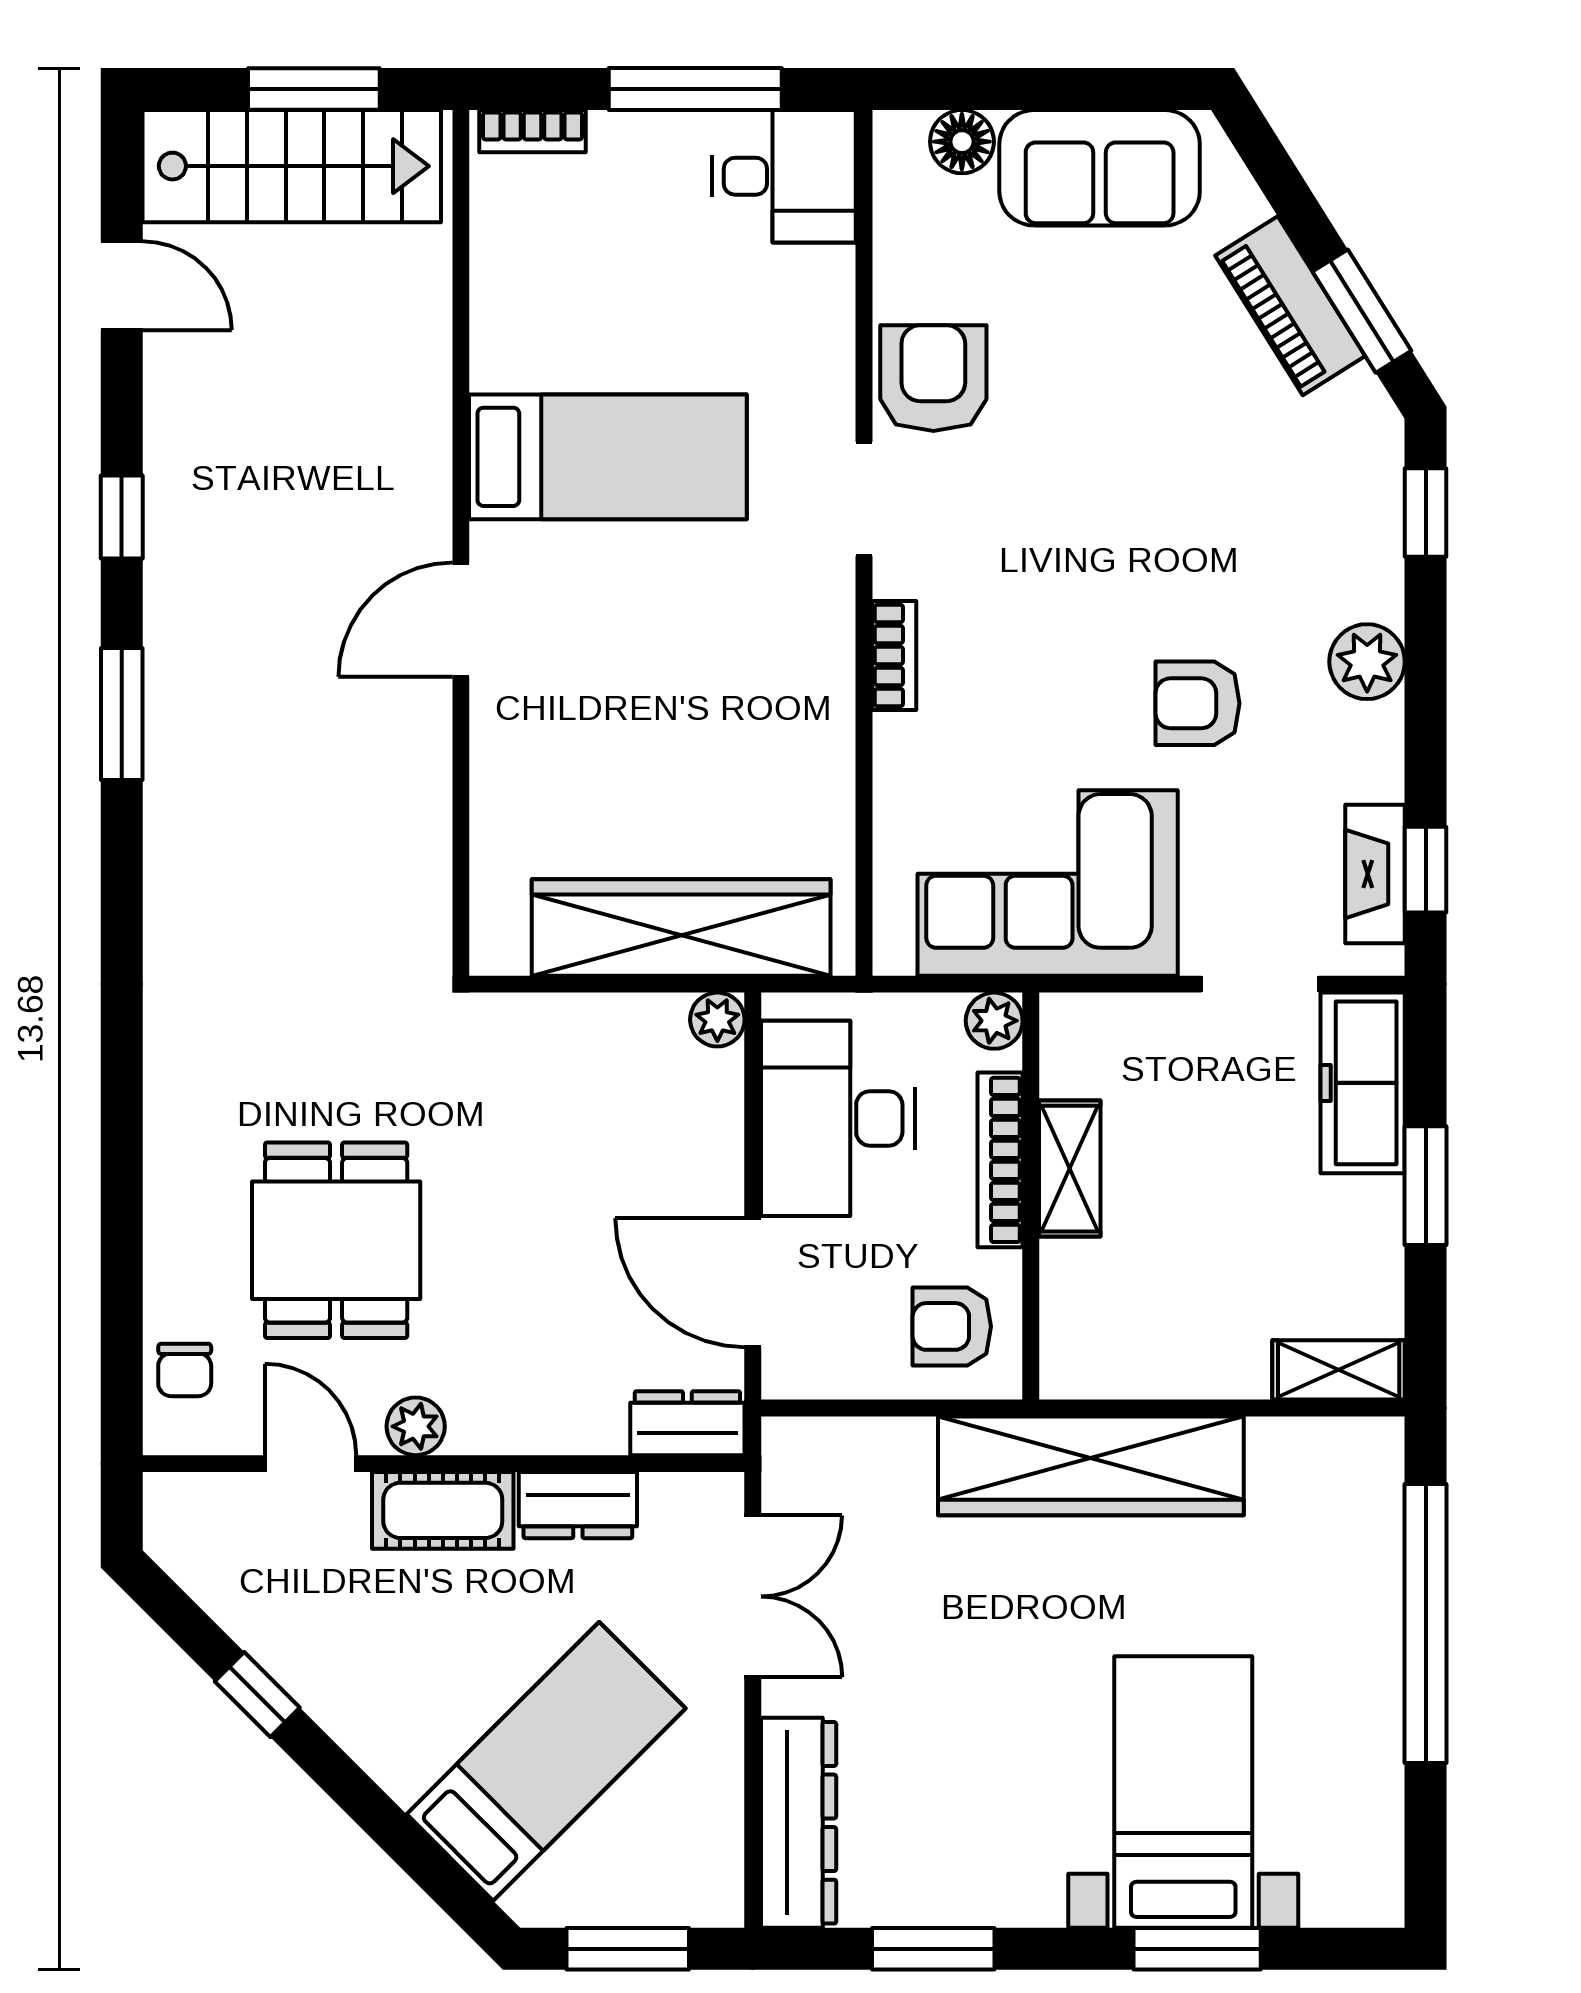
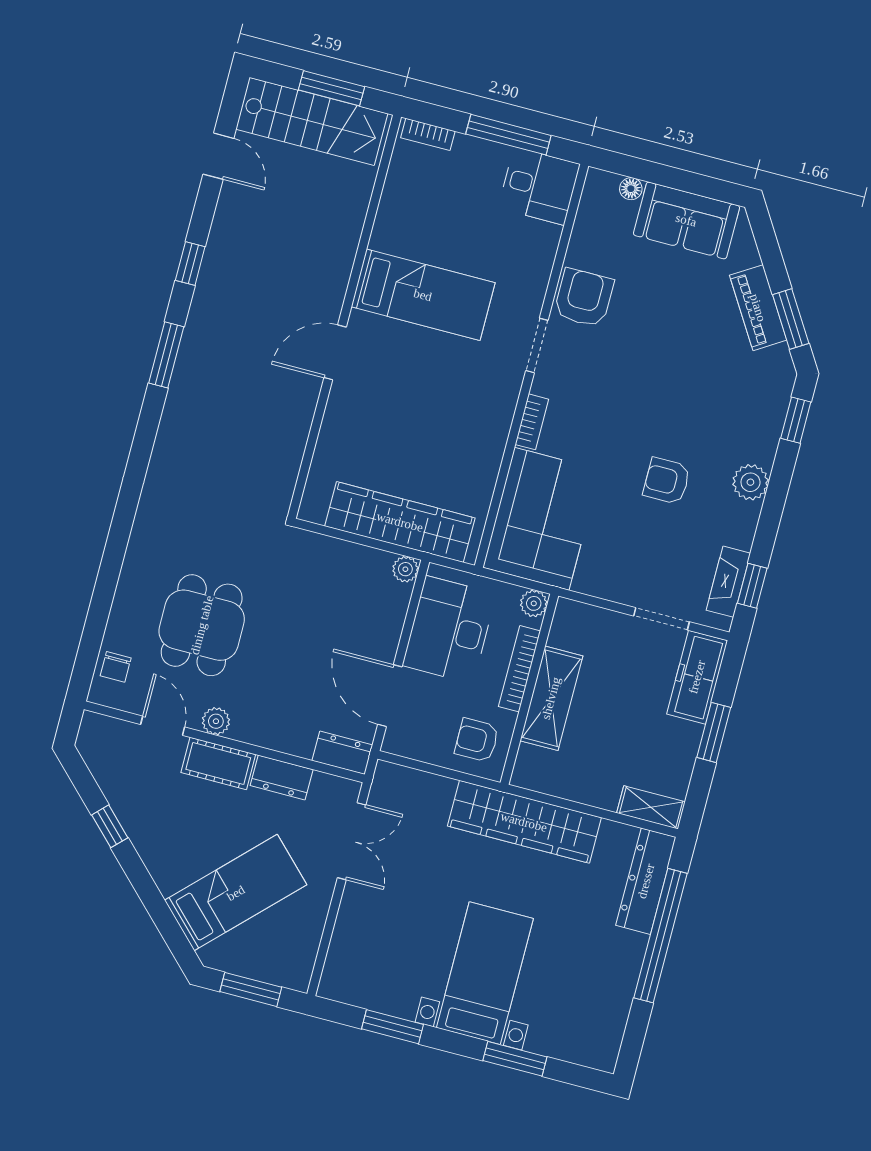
floor lamp: (962, 142) -> (631, 189), width x0.73, depth x0.73
corner sofa: (1048, 883) -> (542, 519), moved, turned 90
shelving: (1070, 1169) -> (551, 698), width x1.50, depth x1.33
bed with nightstands: (1183, 1792) -> (485, 973), moved
dresser: (799, 1823) -> (646, 881), moved, turned 180

